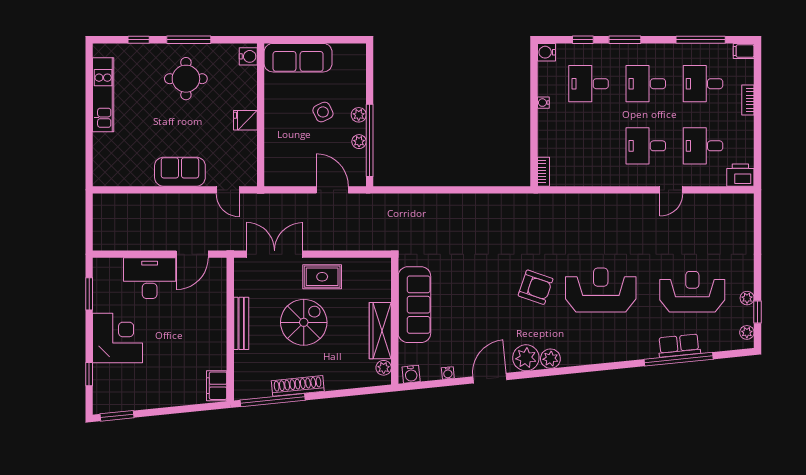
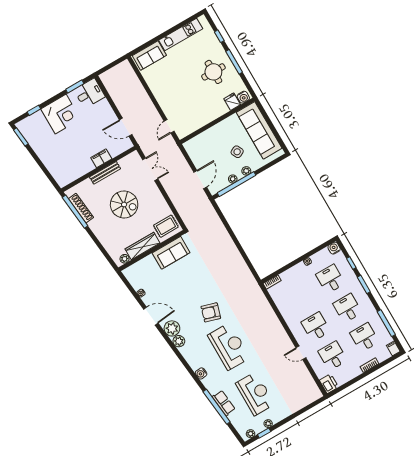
sofa: (298, 58) -> (259, 130), width x1.36, depth x1.27
fridge: (245, 120) -> (232, 102), moved
sofa: (180, 172) -> (149, 56), moved, turned 90
double door: (275, 254) -> (150, 169), width x0.73
rug: (322, 277) -> (166, 226), moved, turned 90
desk: (150, 278) -> (90, 93), moved, width x0.73
armchair: (536, 287) -> (211, 312), turned 88
sofa: (414, 305) -> (171, 253), width x0.73
water cooler: (411, 374) -> (201, 373), moved
filing cabinet: (217, 386) -> (101, 158), moved
shoe rack: (298, 386) -> (81, 208), moved

